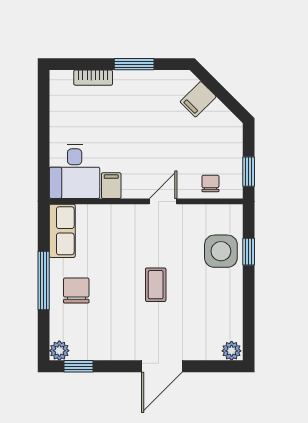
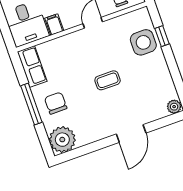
coffee table: (156, 285) -> (108, 80), turned 90
plant: (59, 351) -> (62, 140), width x1.87, depth x1.87
window: (78, 366) -> (75, 153), removed

